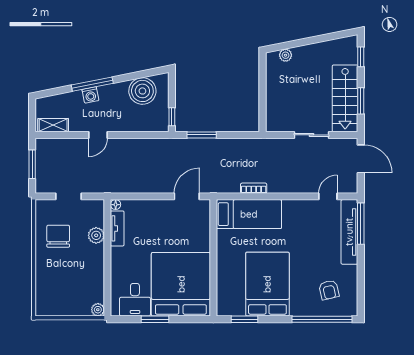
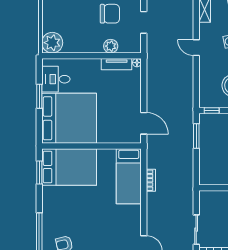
bed: (267, 284) -> (69, 167), moved
plant: (98, 310) -> (52, 43), width x1.87, depth x1.87

